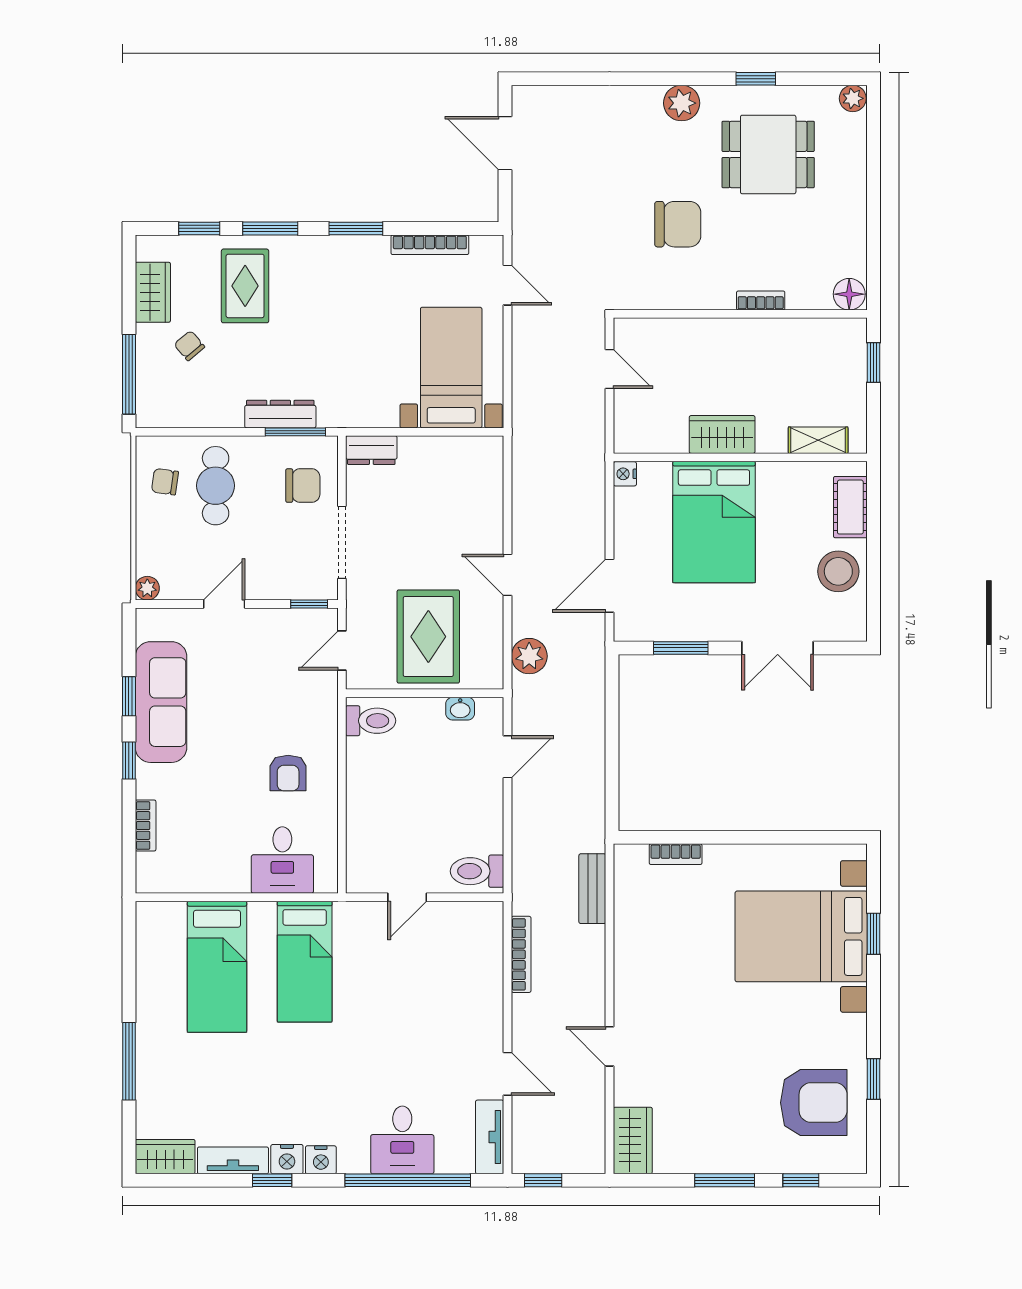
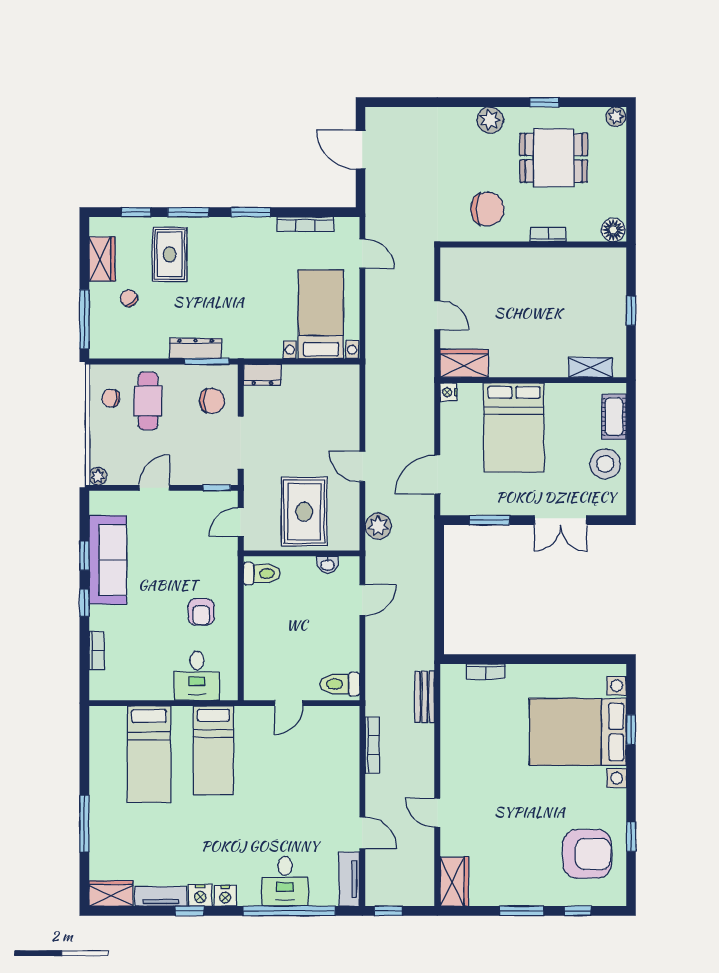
floor lamp: (849, 294) -> (613, 230), moved
bookcase: (761, 300) -> (548, 235), moved
wall: (740, 314) -> (533, 244), moved
wardrobe: (722, 434) -> (464, 363), moved

